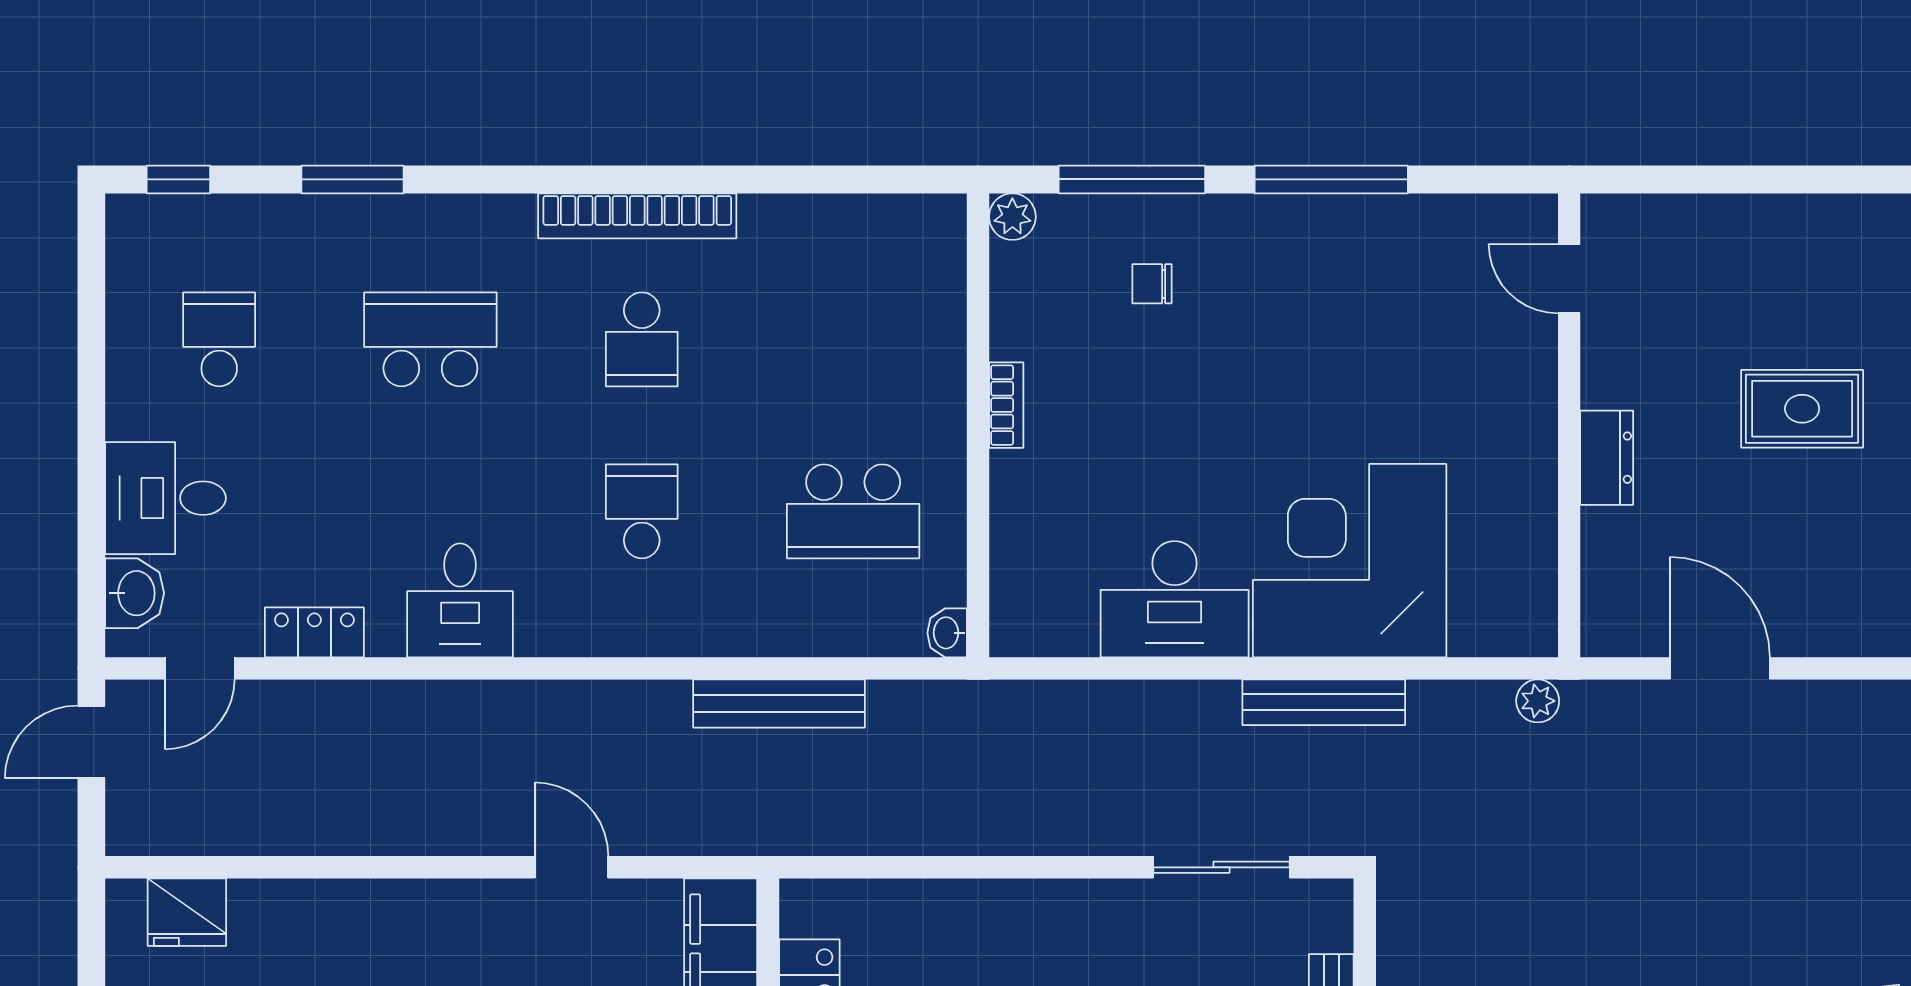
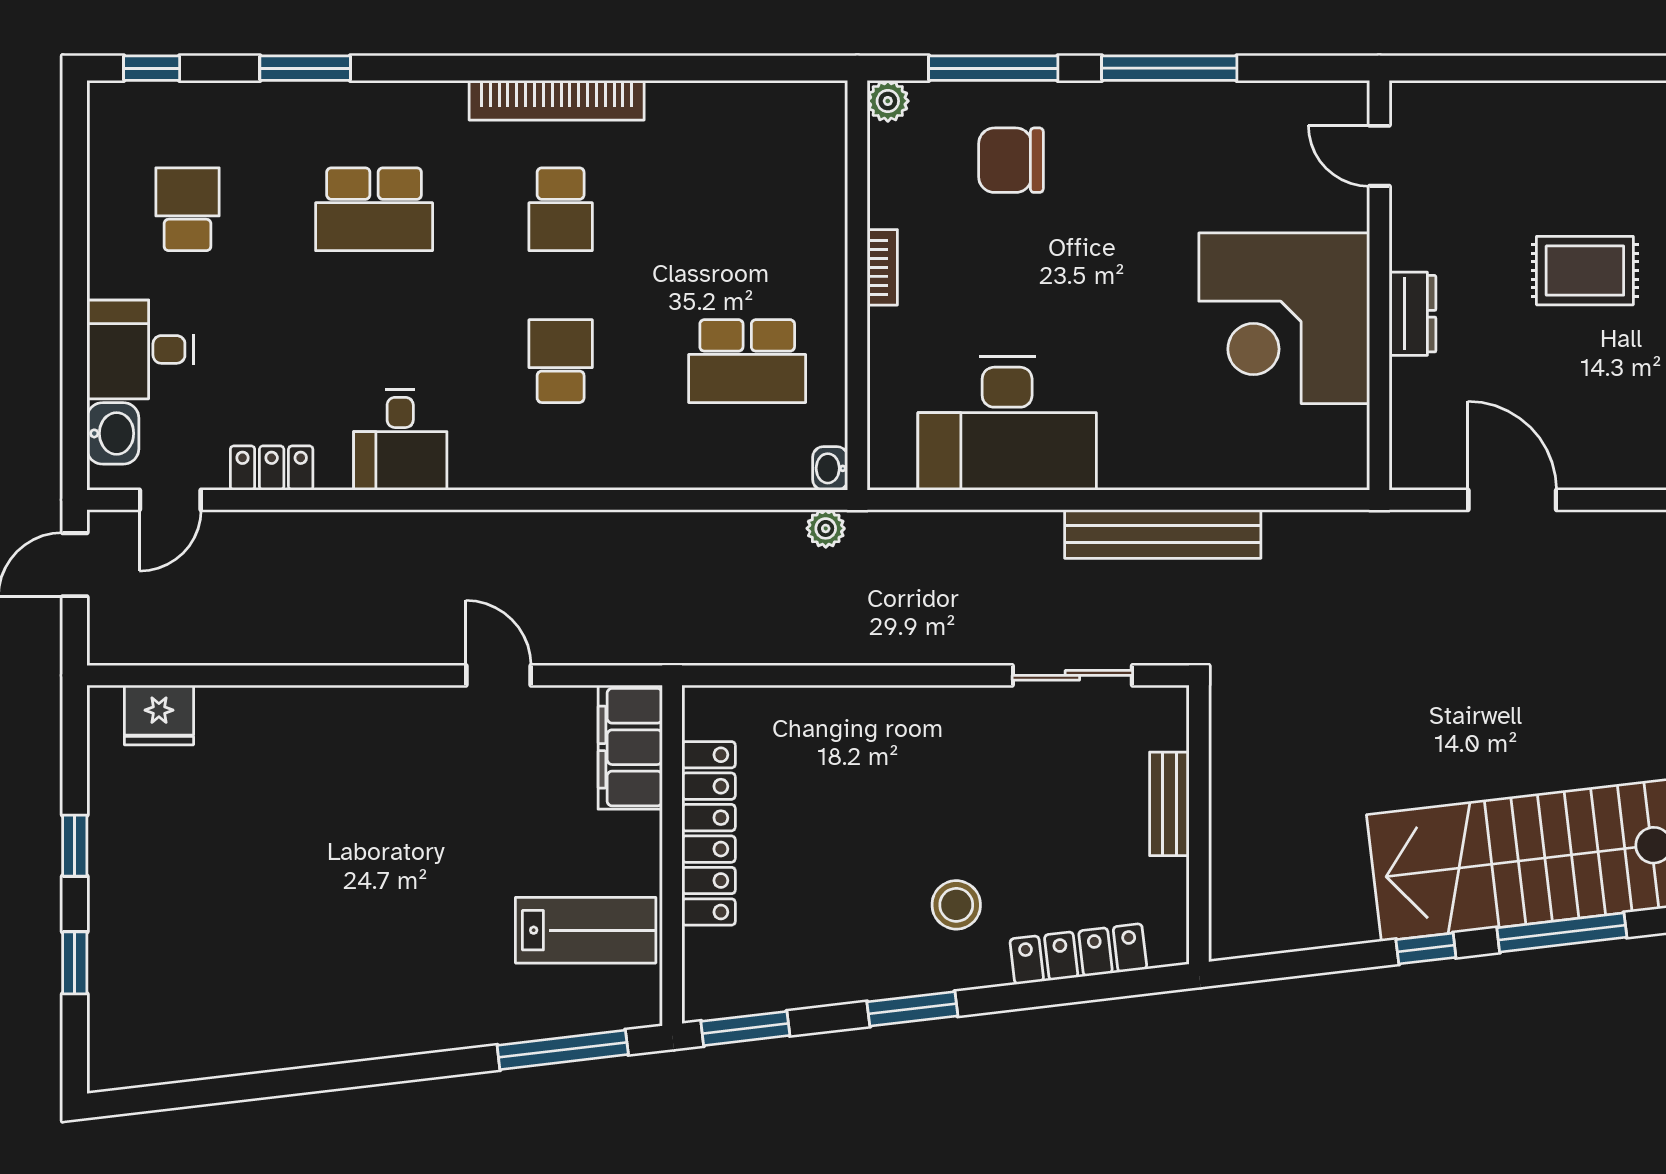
chair: (1152, 284) -> (1011, 160), width x1.87, depth x1.87
school desk: (430, 339) -> (374, 209), turned 180
corner desk: (1350, 561) -> (1284, 318), moved, turned -90
desk: (1175, 599) -> (1007, 423), width x1.36, depth x1.30
plant: (1538, 701) -> (826, 528), moved
bench: (1324, 702) -> (1163, 534), width x1.37, depth x1.21
bench: (779, 703) -> (682, 531), removed

